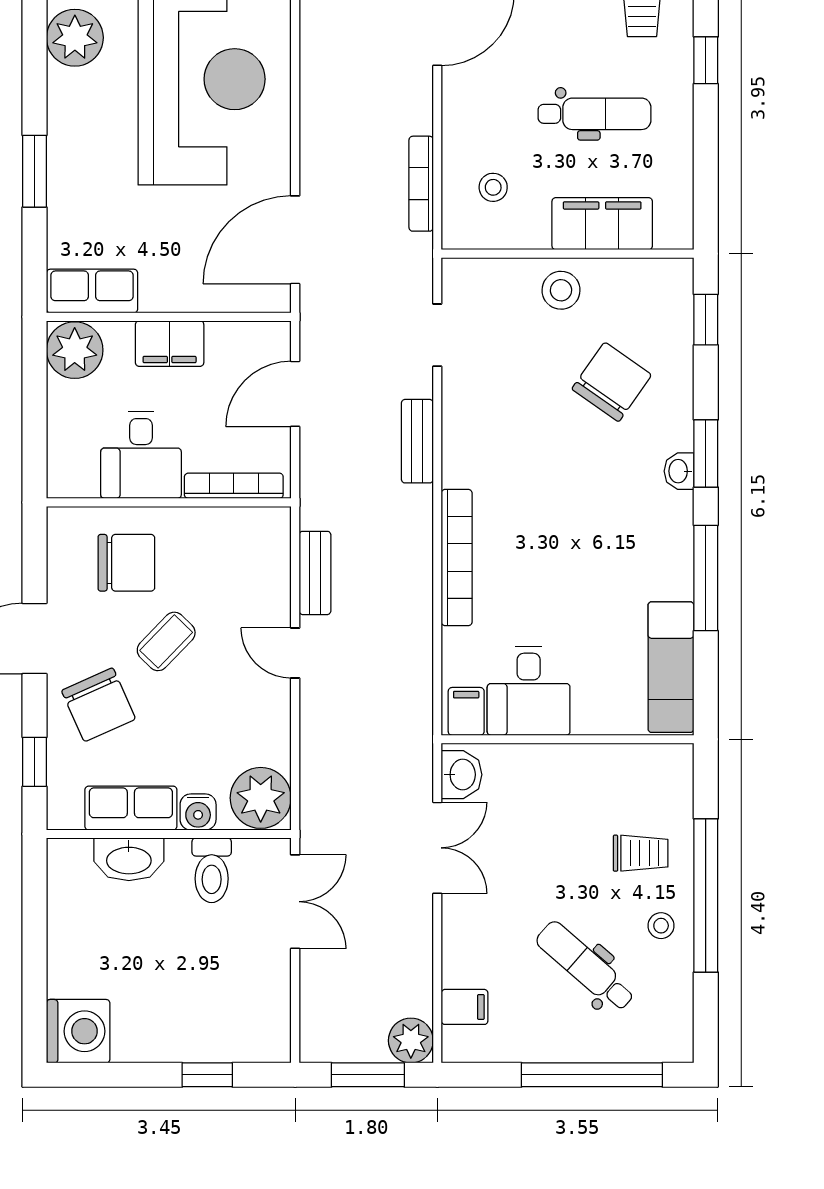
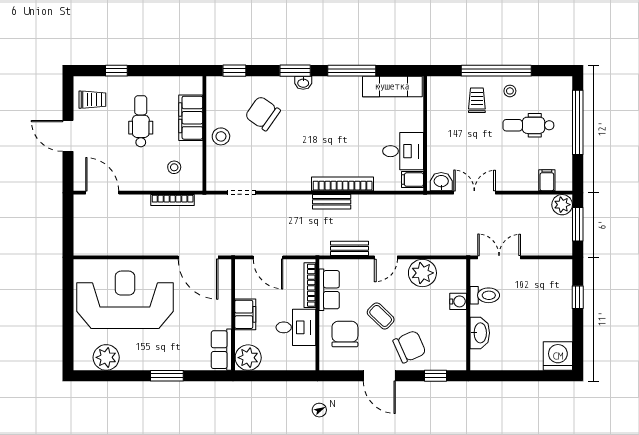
bench: (417, 441) -> (332, 202), moved
plant: (261, 798) -> (422, 273), moved
row of seats: (131, 808) -> (329, 290), moved, turned 180
dental chair: (586, 966) -> (528, 125), turned 49

